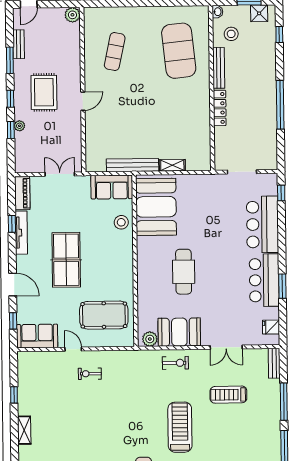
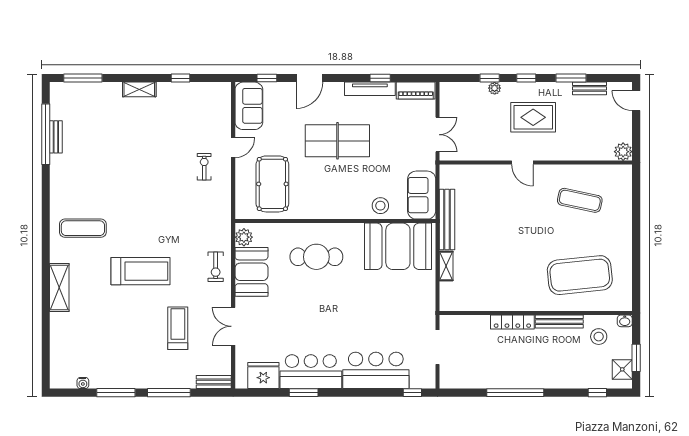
cafe table: (184, 272) -> (316, 257), moved
fridge: (271, 327) -> (263, 376), width x1.88, depth x1.34

